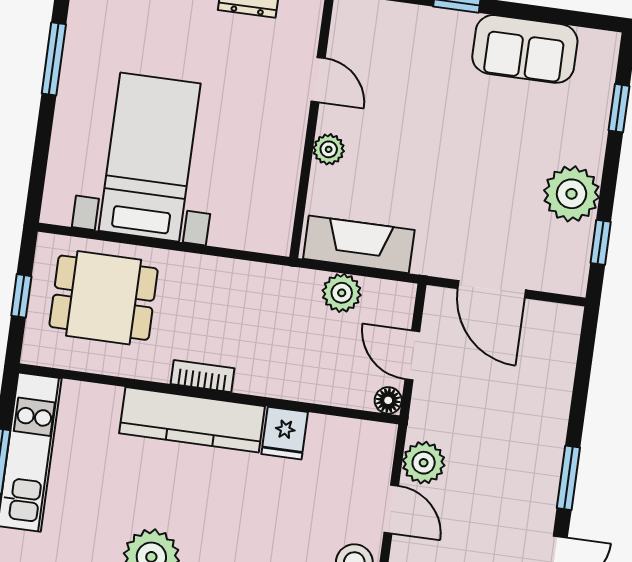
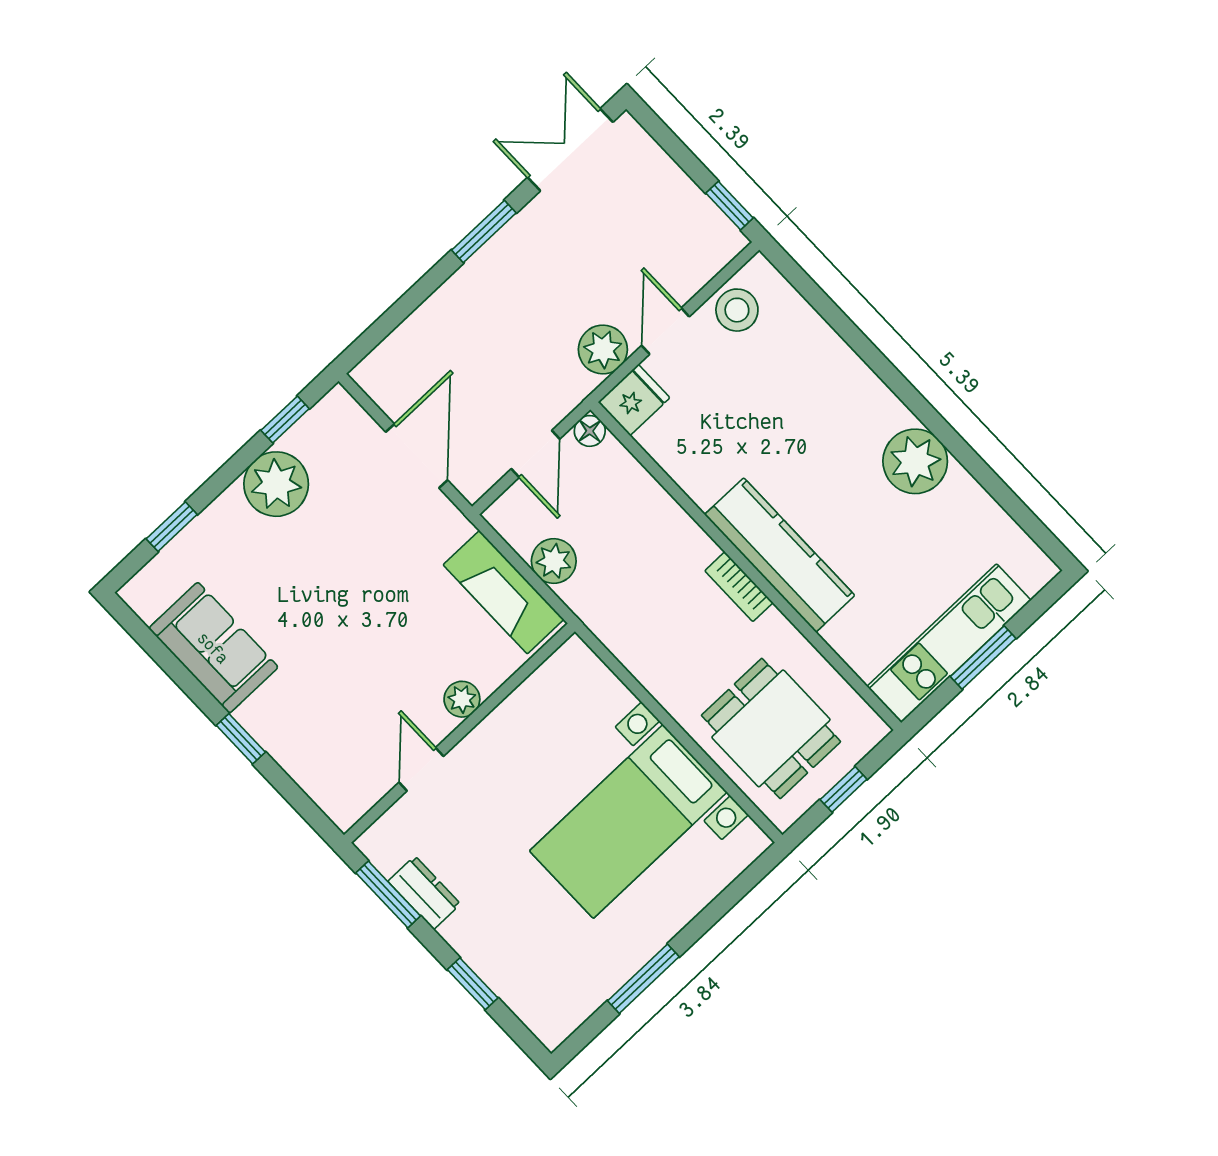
fridge: (285, 433) -> (634, 400), moved

